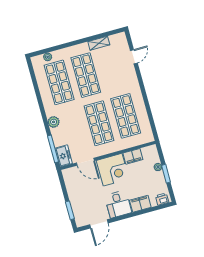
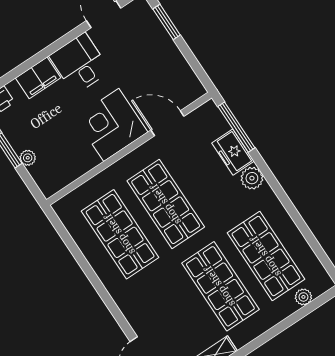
freezer: (64, 156) -> (233, 152), moved
filing cabinet: (133, 156) -> (82, 163), removed

